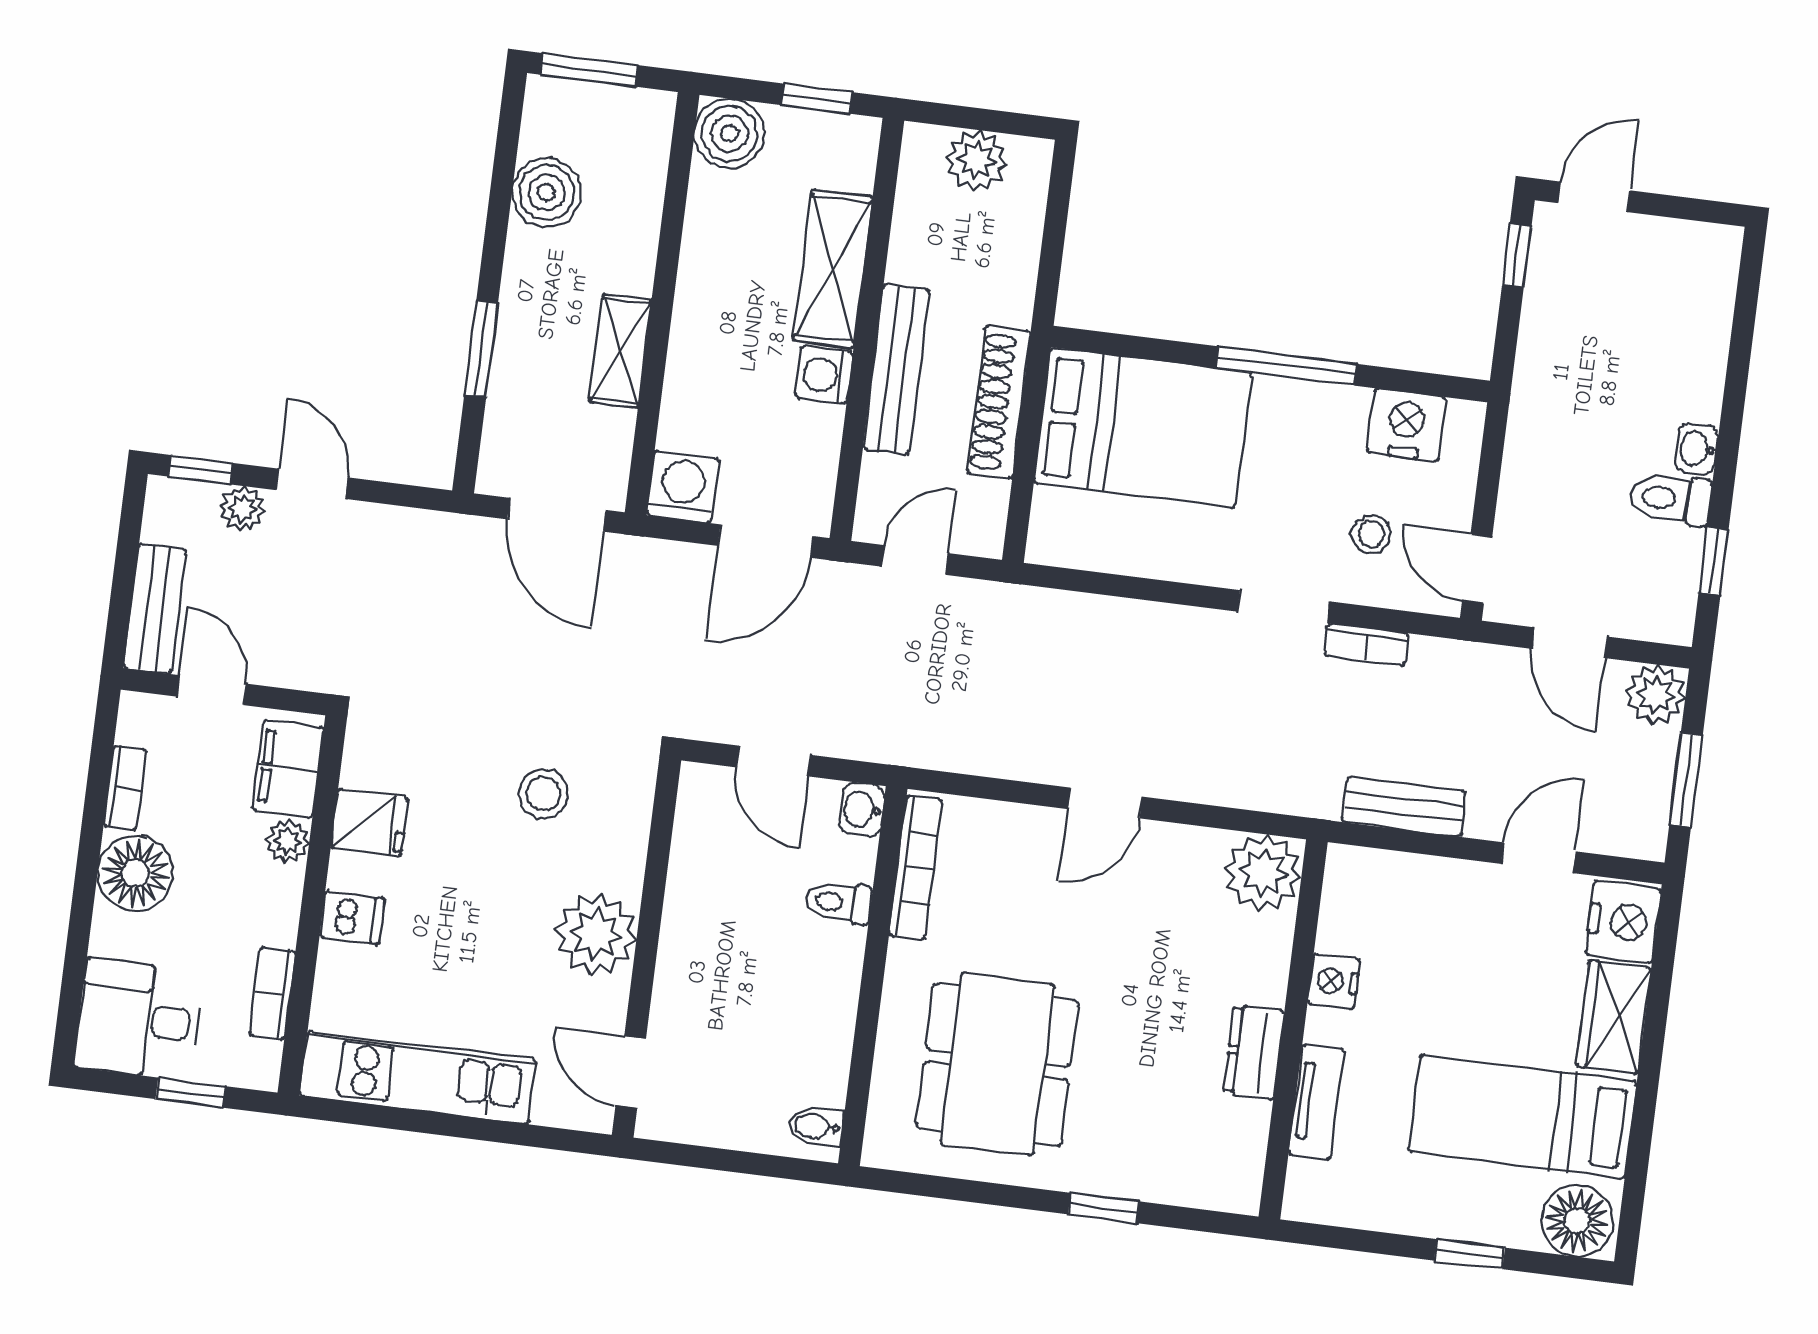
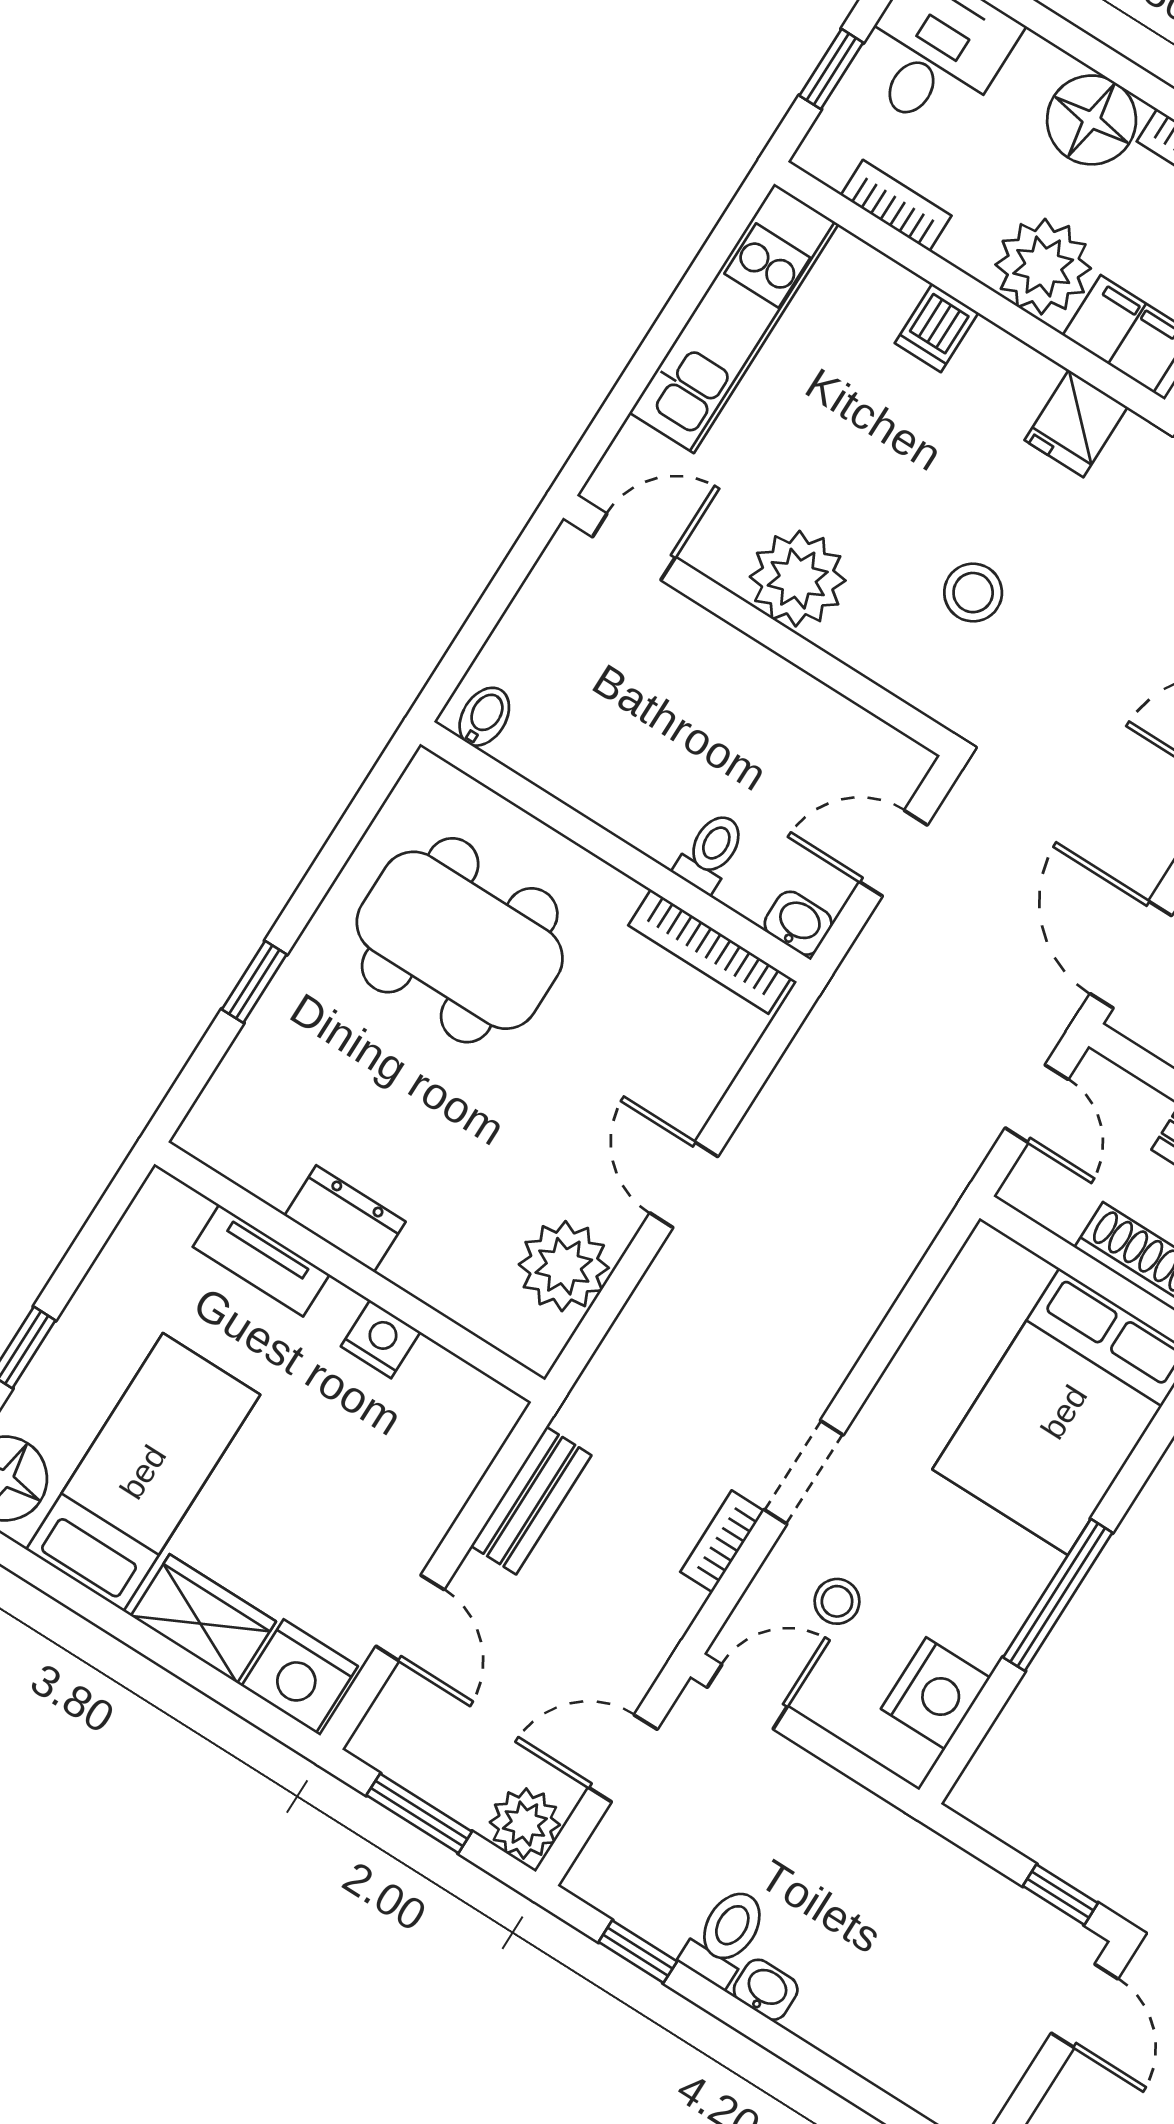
fridge: (370, 823) -> (1076, 423), moved
plant: (288, 841) -> (1043, 267), width x1.88, depth x1.88
plant: (1263, 873) -> (564, 1266), moved

